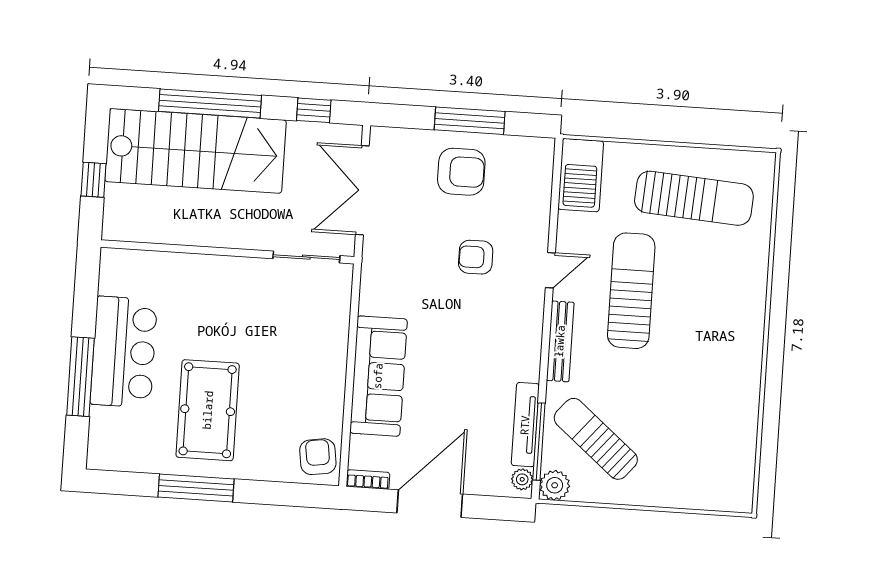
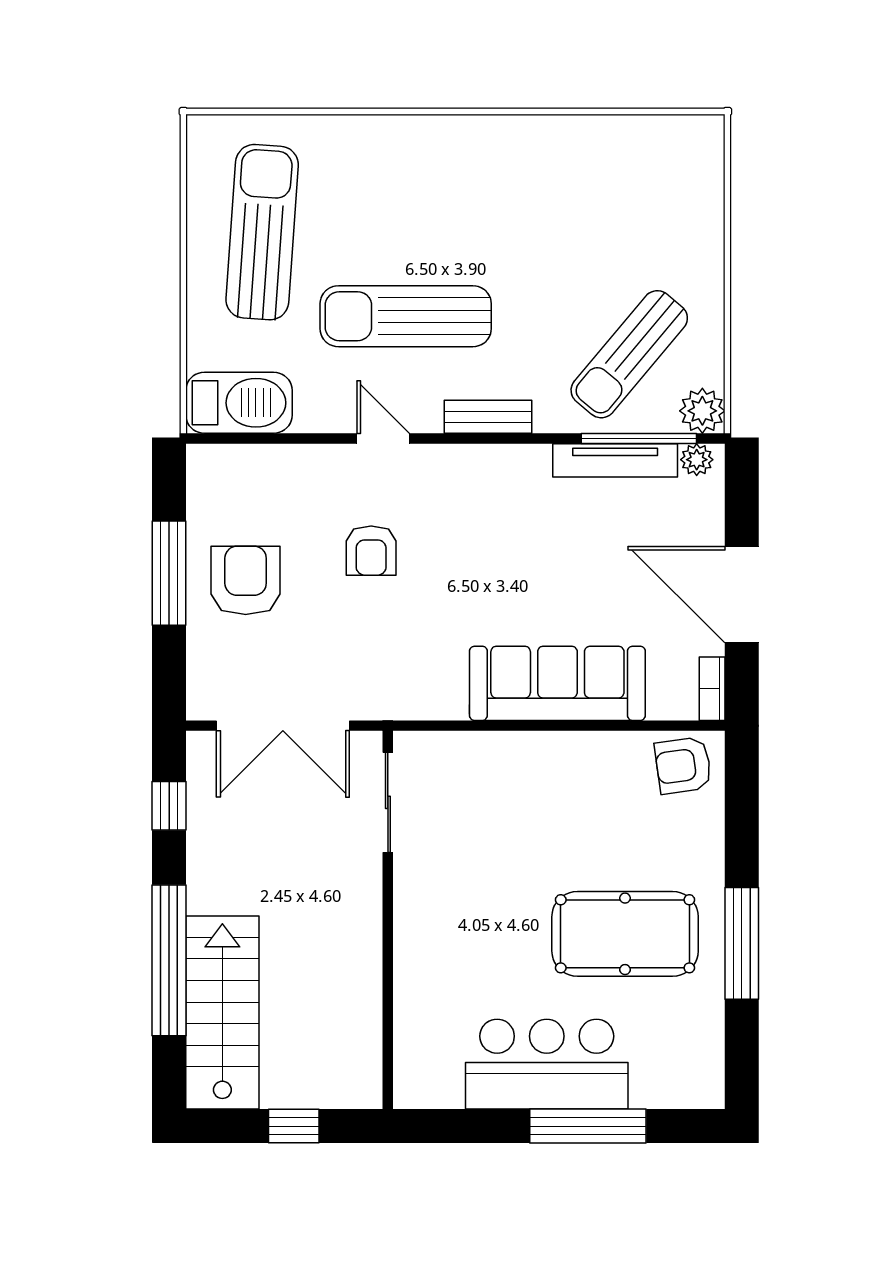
stairs: (195, 151) -> (222, 1013), width x0.73, depth x0.66
bench: (560, 341) -> (488, 417), width x0.73

